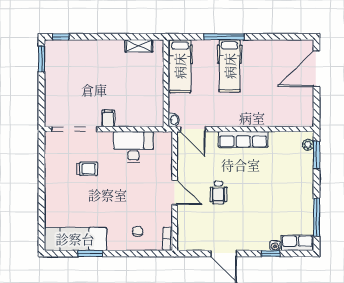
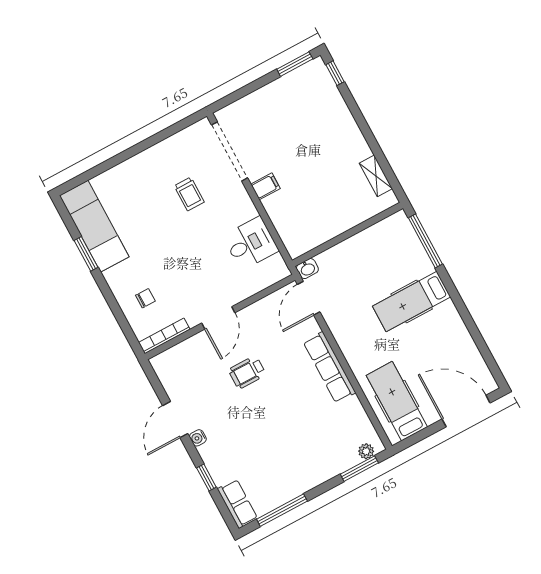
window: (224, 37) -> (425, 241), moved
hospital bed: (180, 66) -> (397, 401), moved, turned 90
desk: (134, 147) -> (251, 243), width x0.73
bookcase: (168, 239) -> (164, 336), width x1.56
water cooler: (275, 245) -> (198, 438), moved

